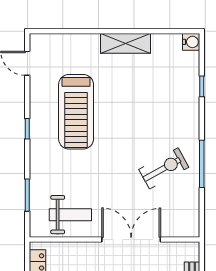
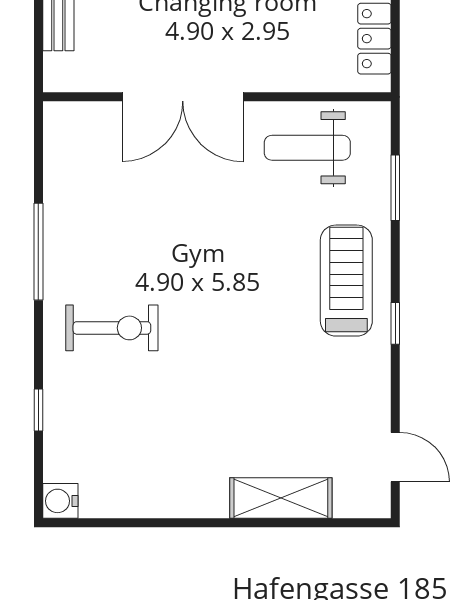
shelving: (125, 43) -> (281, 498), moved
treadmill: (76, 112) -> (346, 281), moved, width x0.73, depth x0.73
exercise bike: (164, 168) -> (112, 328), moved, turned -151

